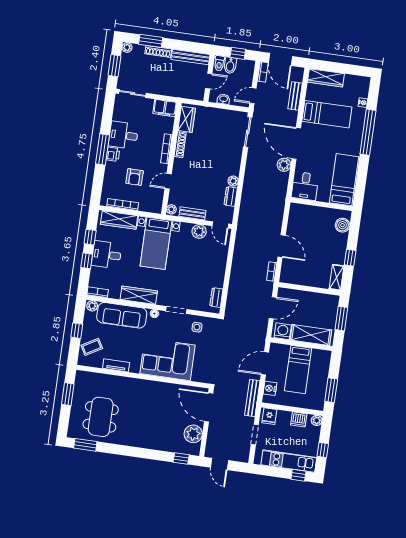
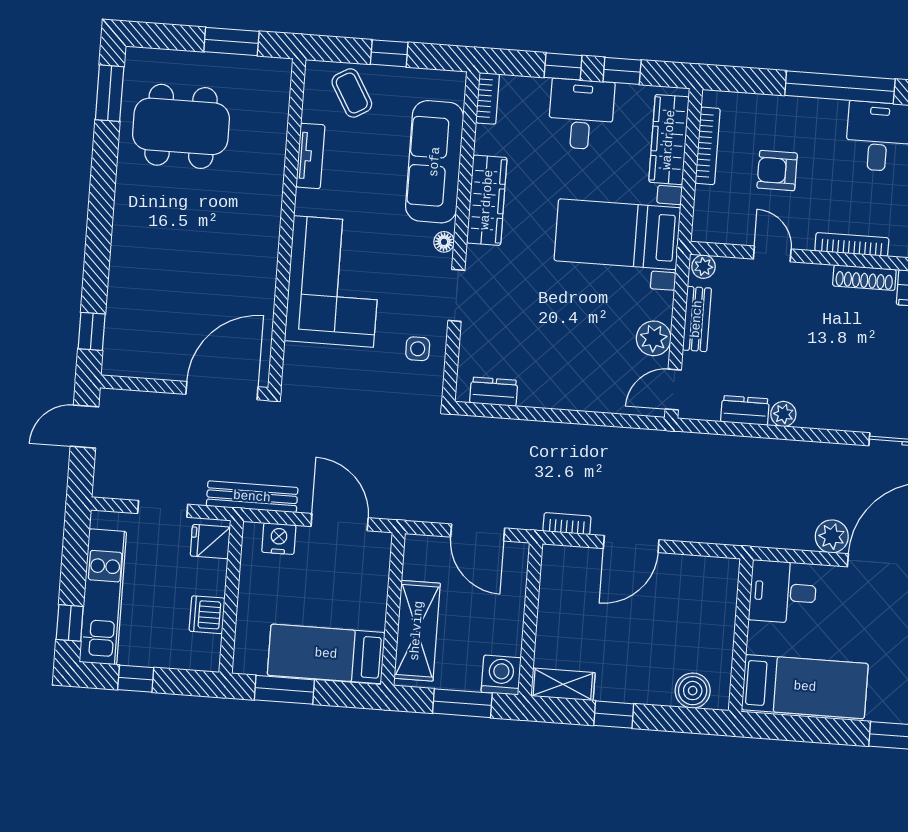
window: (103, 149) -> (840, 87), width x1.46
printer: (113, 154) -> (830, 114), removed
plant: (92, 306) -> (453, 87), removed
washing machine: (283, 331) -> (501, 675), moved, turned -90
bed: (298, 370) -> (326, 654), moved
plant: (317, 420) -> (207, 659), removed
plant: (193, 434) -> (154, 357), removed

